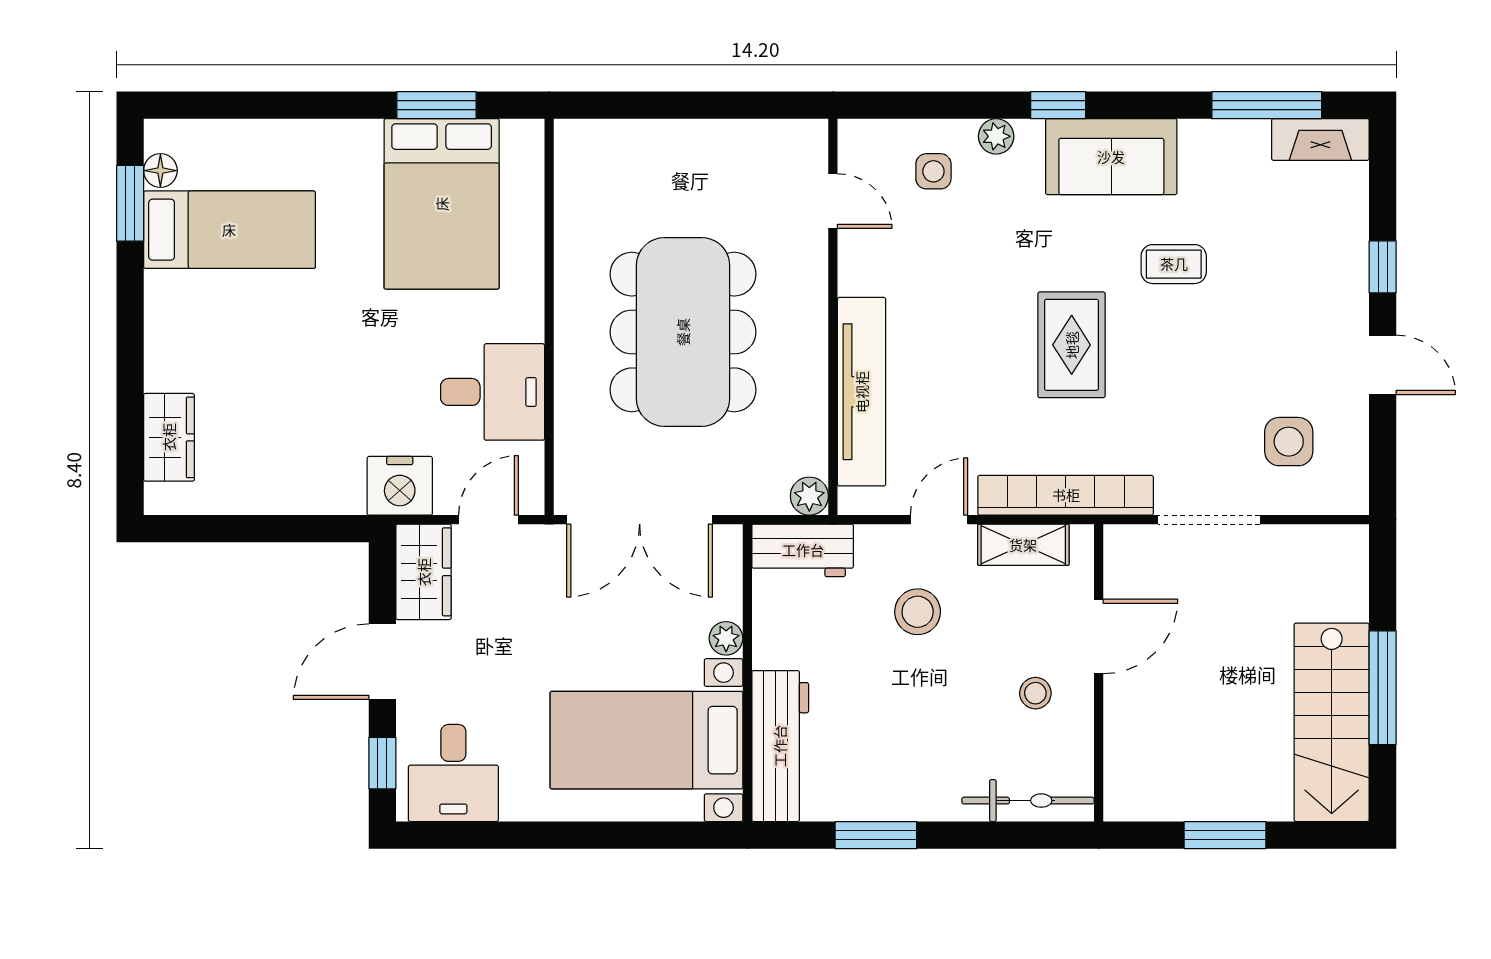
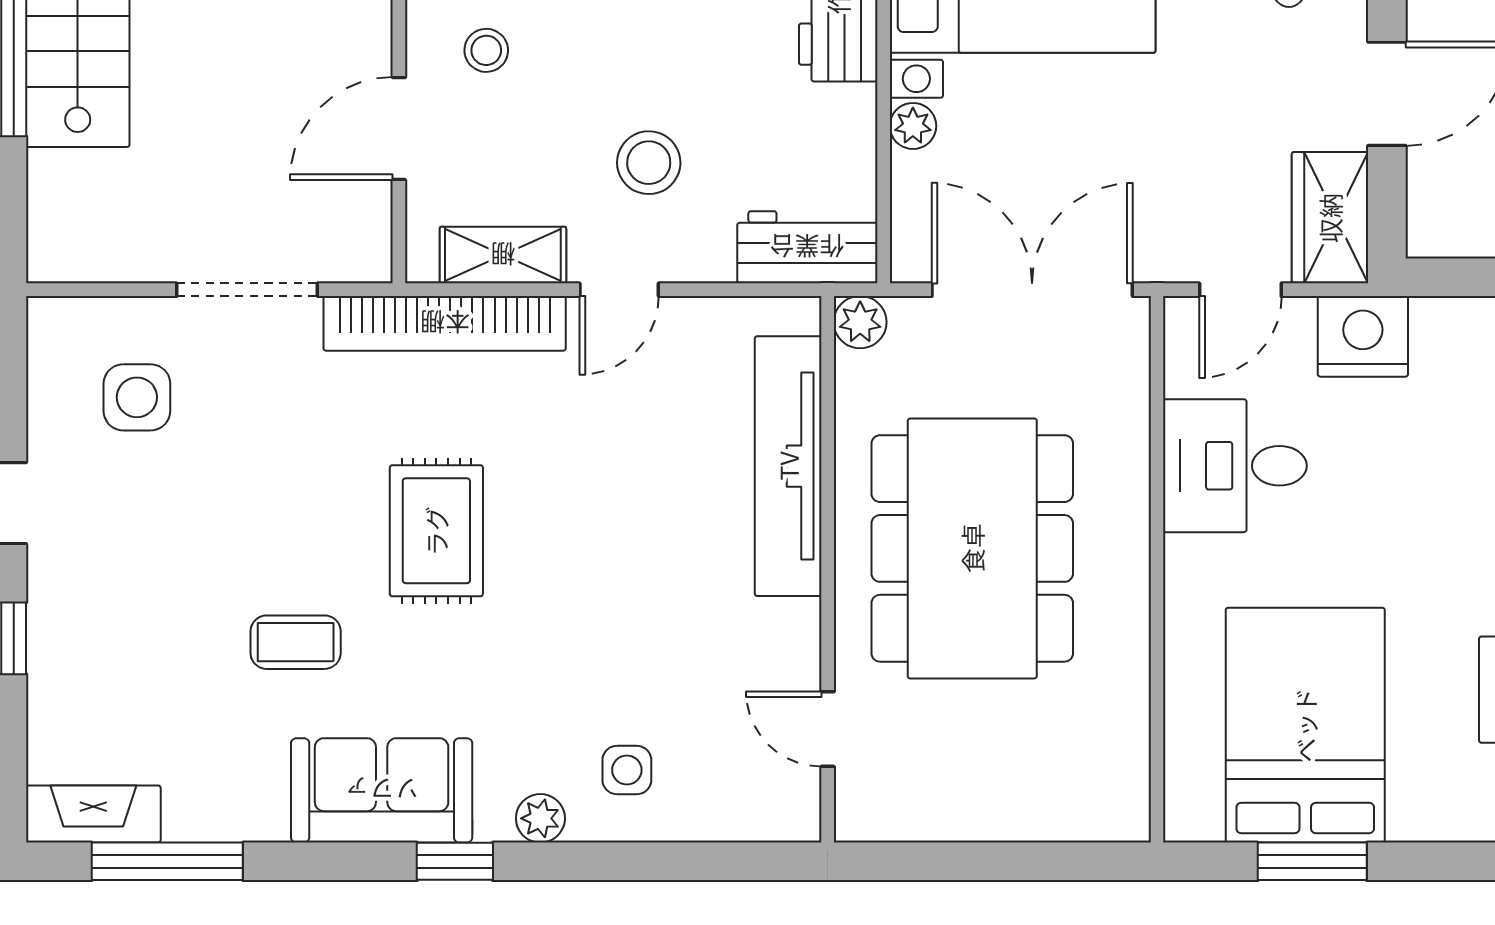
door: (833, 201) -> (828, 729), moved
wall: (833, 317) -> (828, 569), moved
tv unit: (862, 392) -> (788, 466), moved
plant: (809, 496) -> (860, 322), moved

